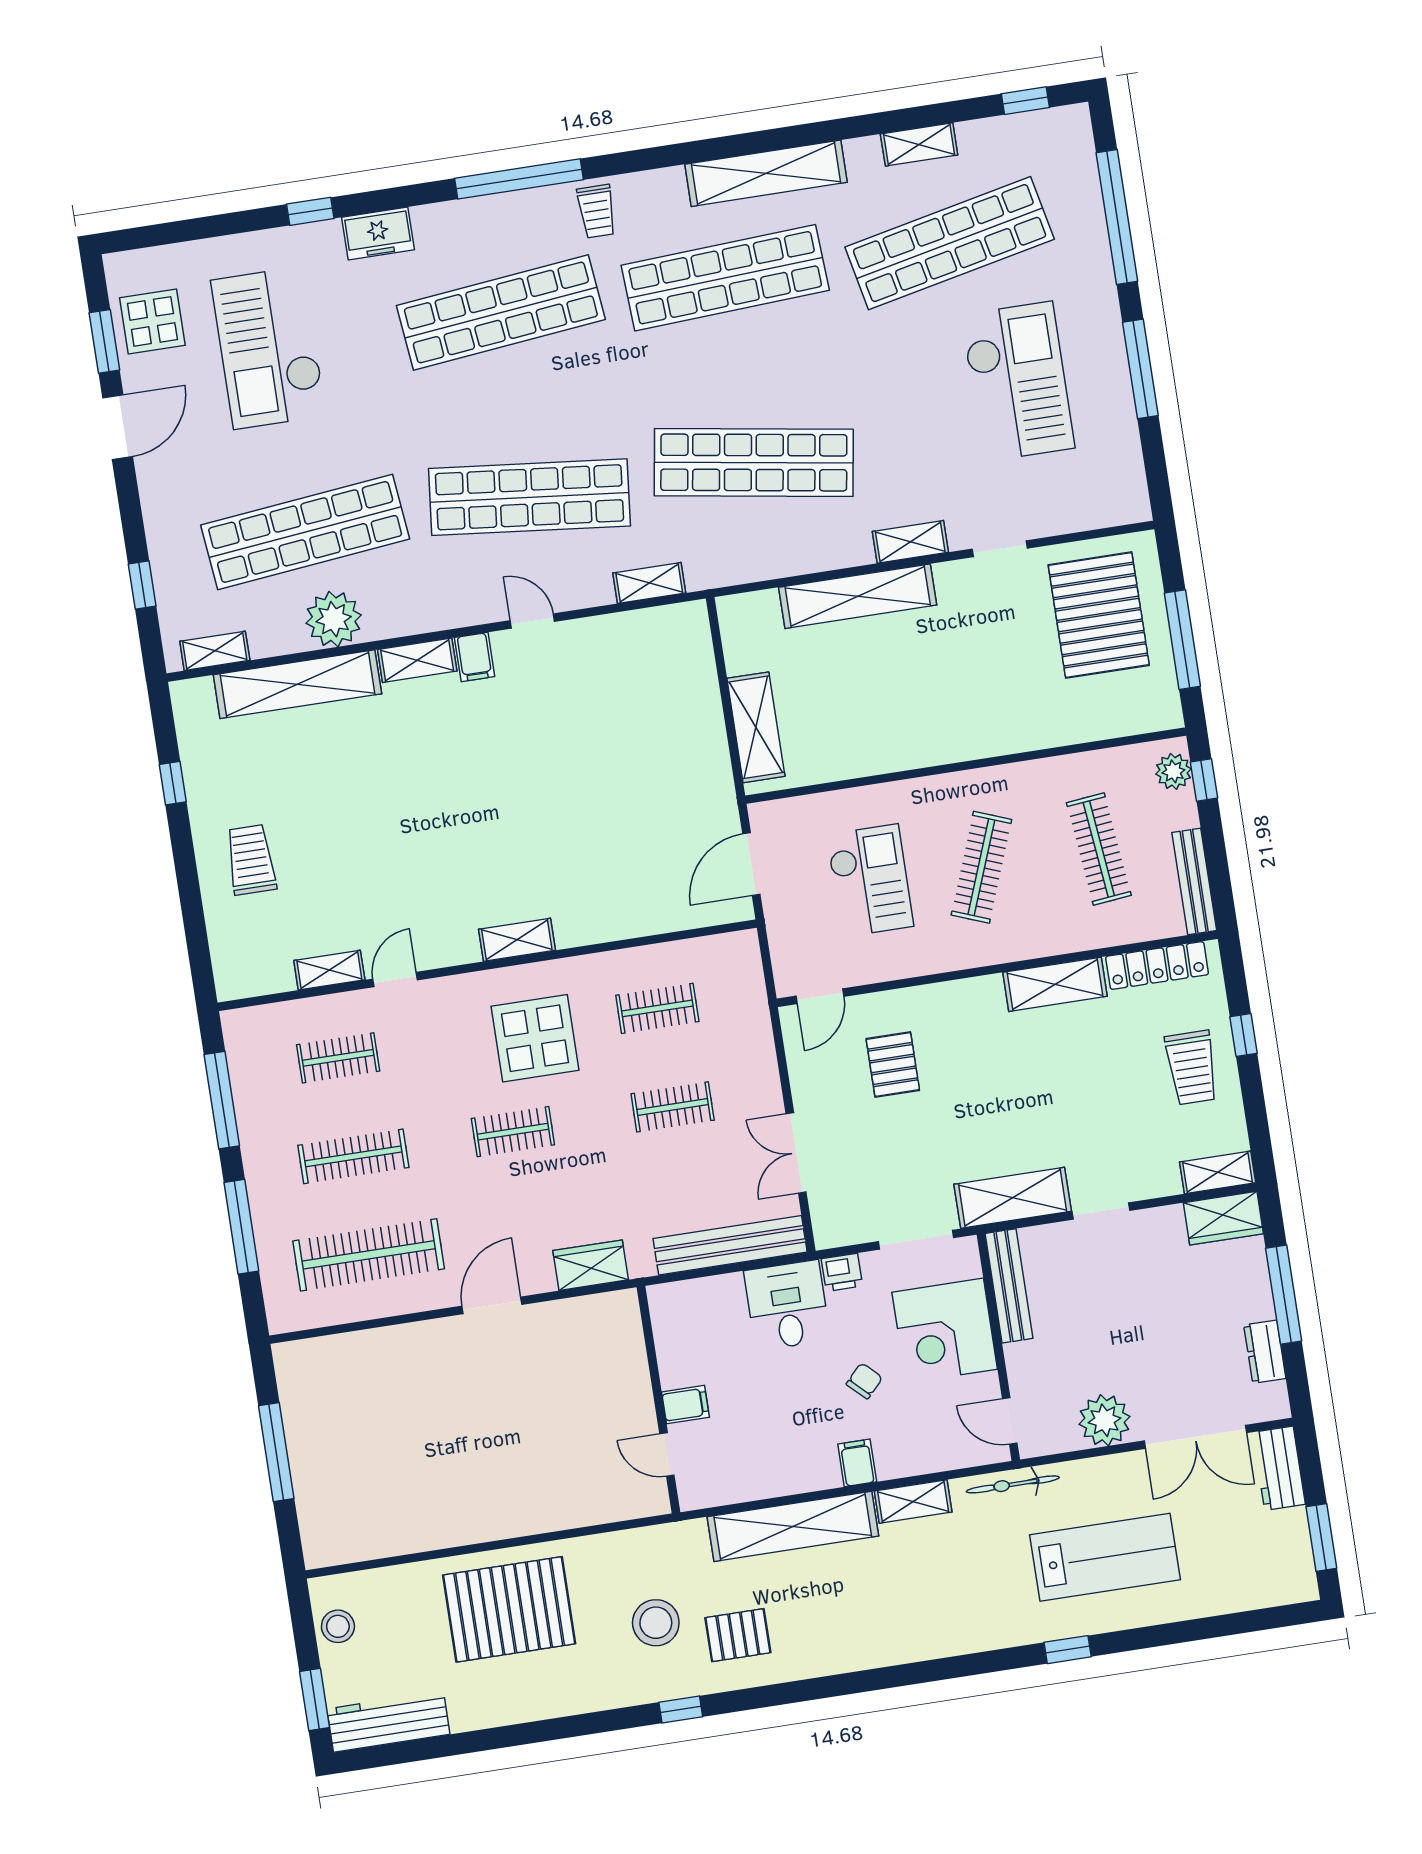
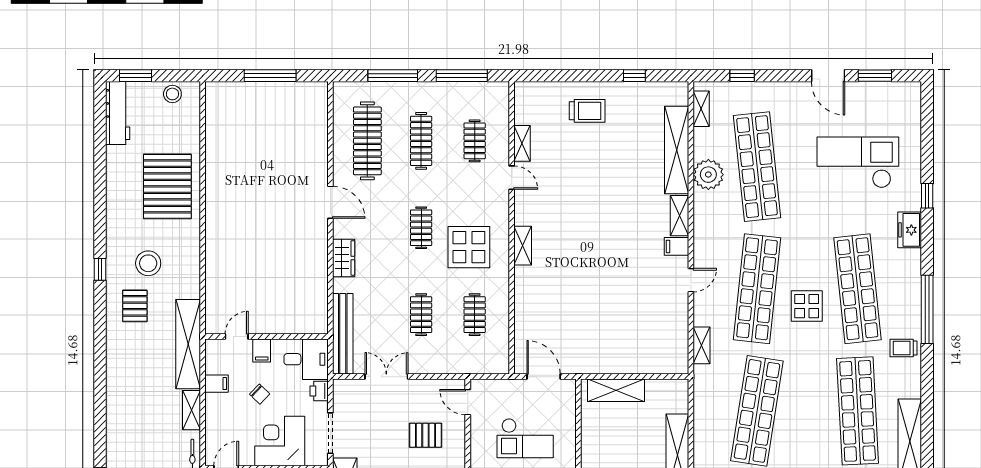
display table: (152, 321) -> (807, 306), moved
wall: (658, 1400) -> (267, 336), moved
filing cabinet: (685, 1405) -> (262, 350), moved
door: (667, 1455) -> (237, 336), moved

